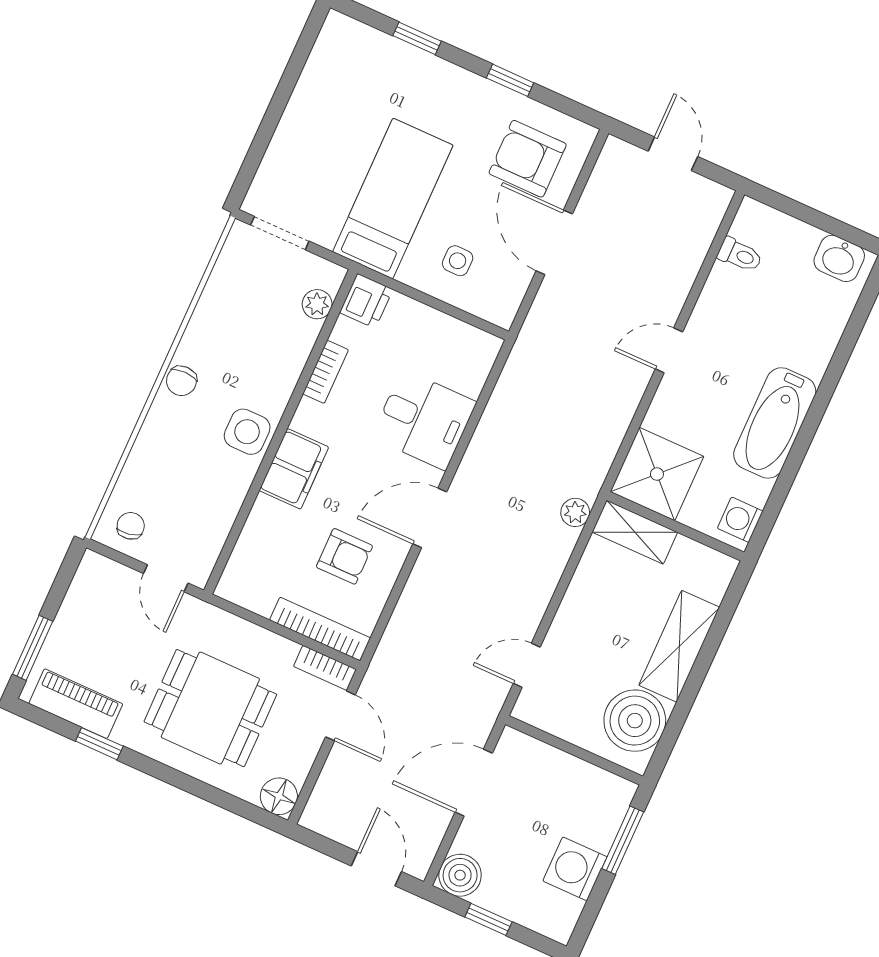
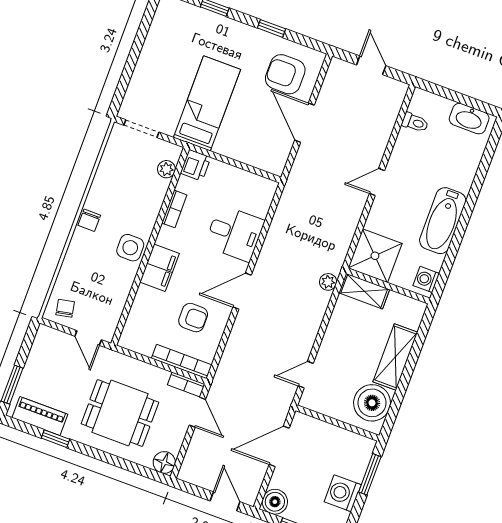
washbasin: (839, 258) -> (469, 119), width x1.38
side table: (458, 261) -> (248, 138), removed

